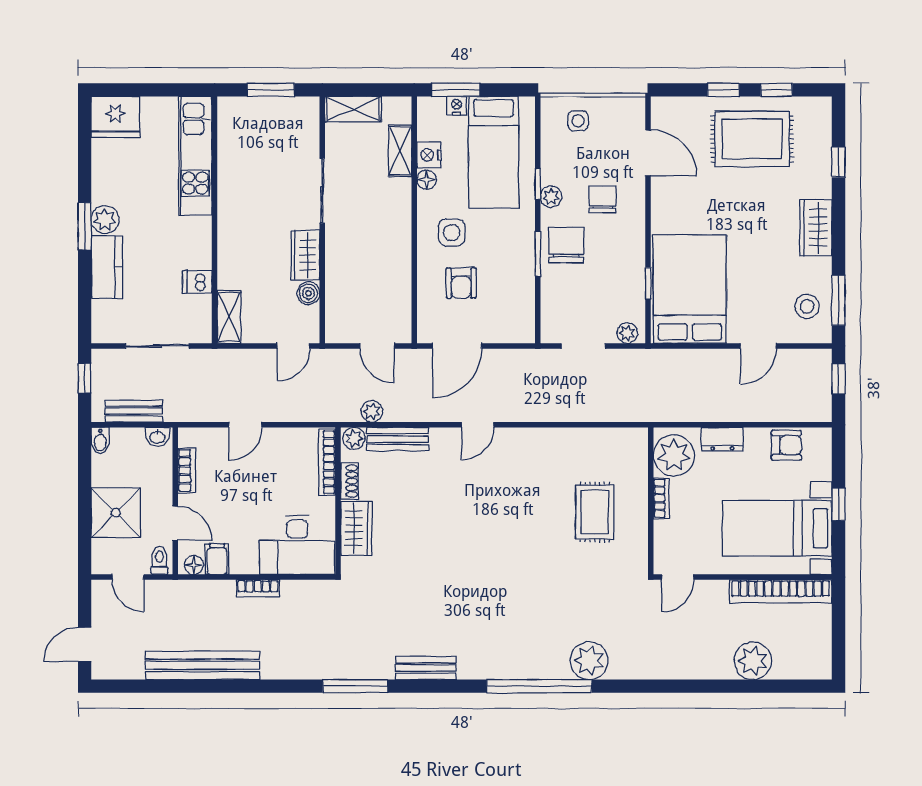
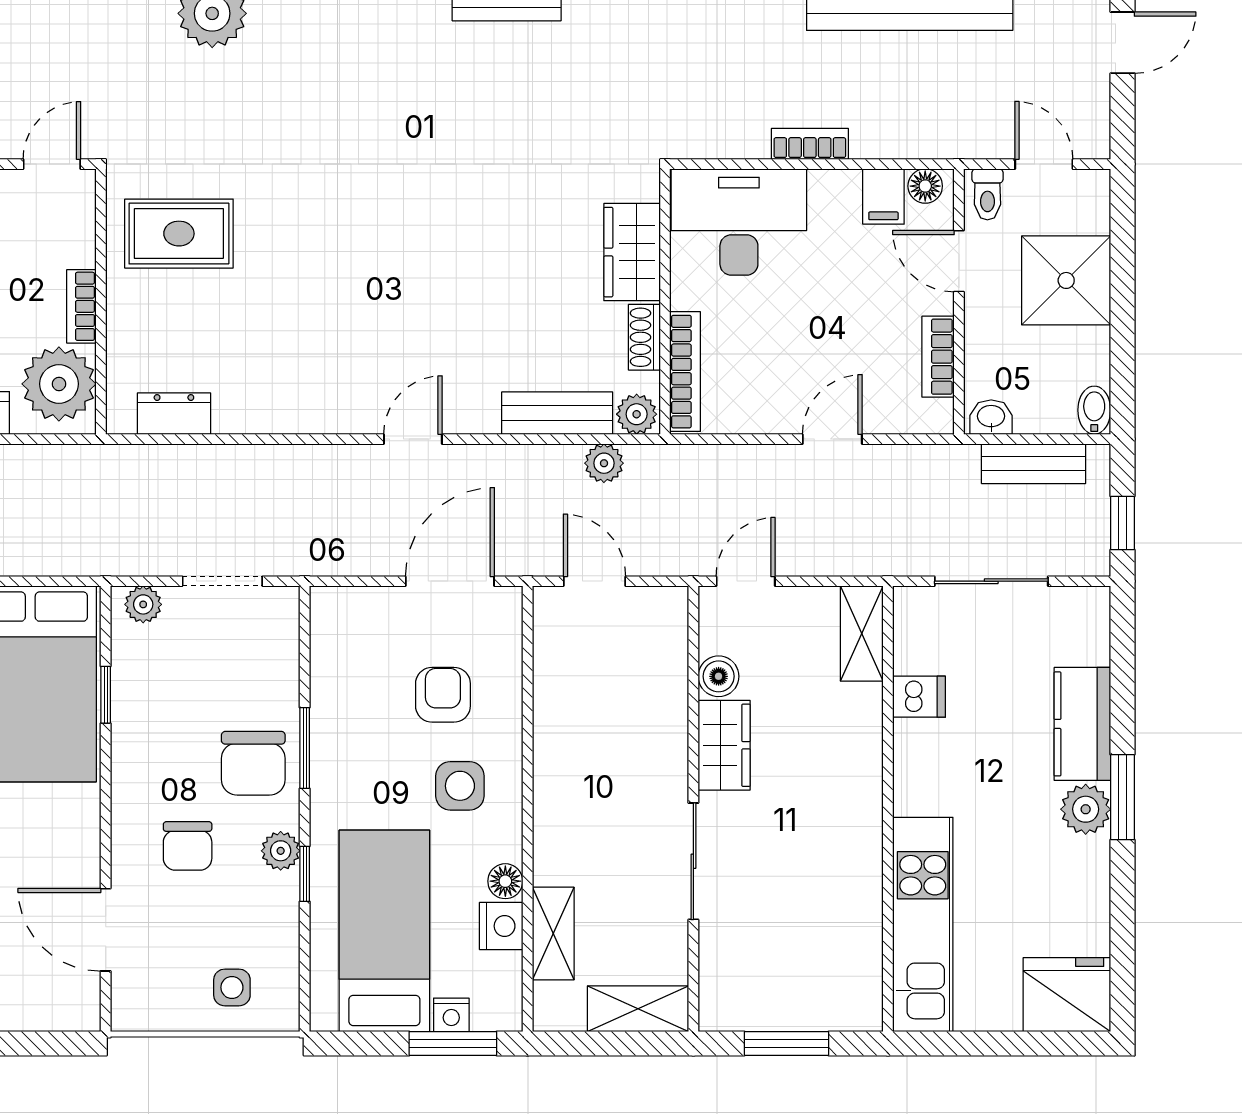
dresser: (610, 439) -> (174, 414), added
rug: (595, 512) -> (179, 234), moved, turned 90

